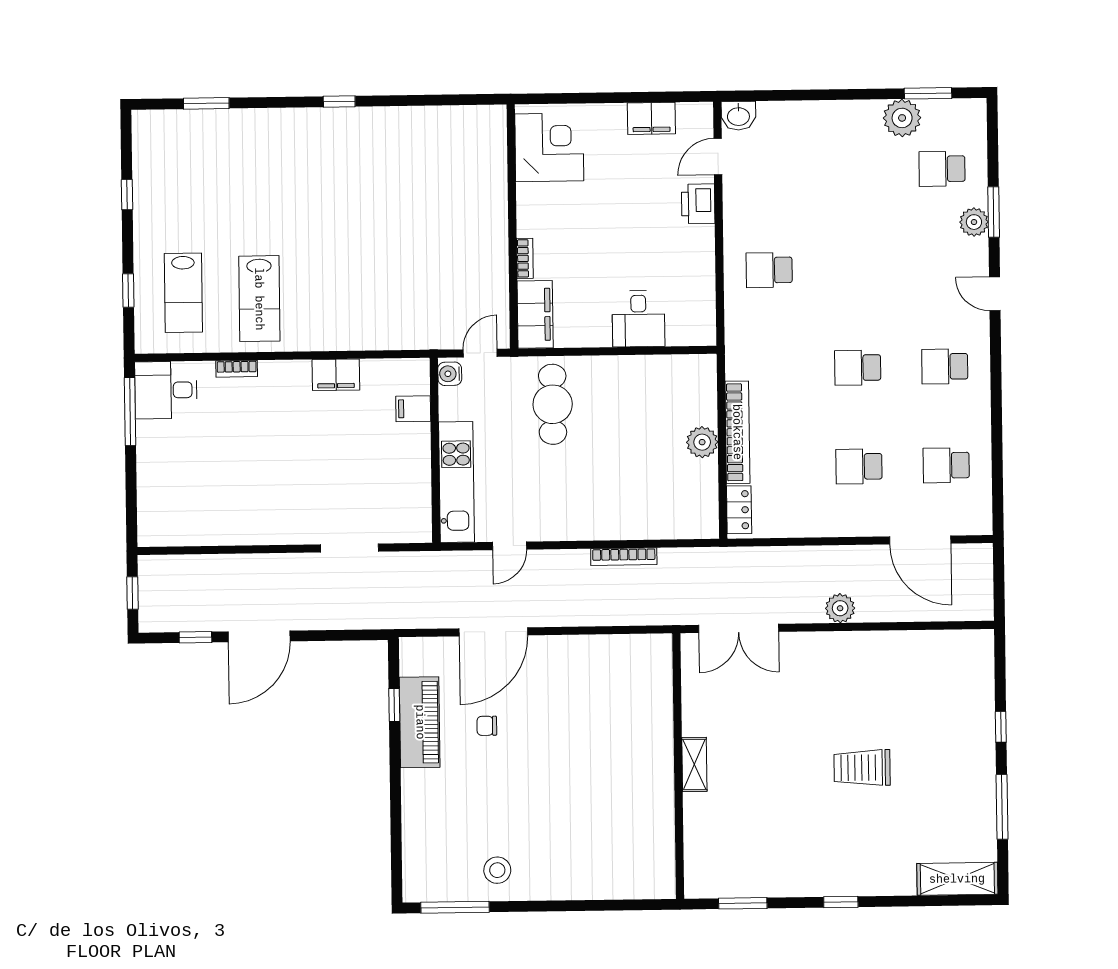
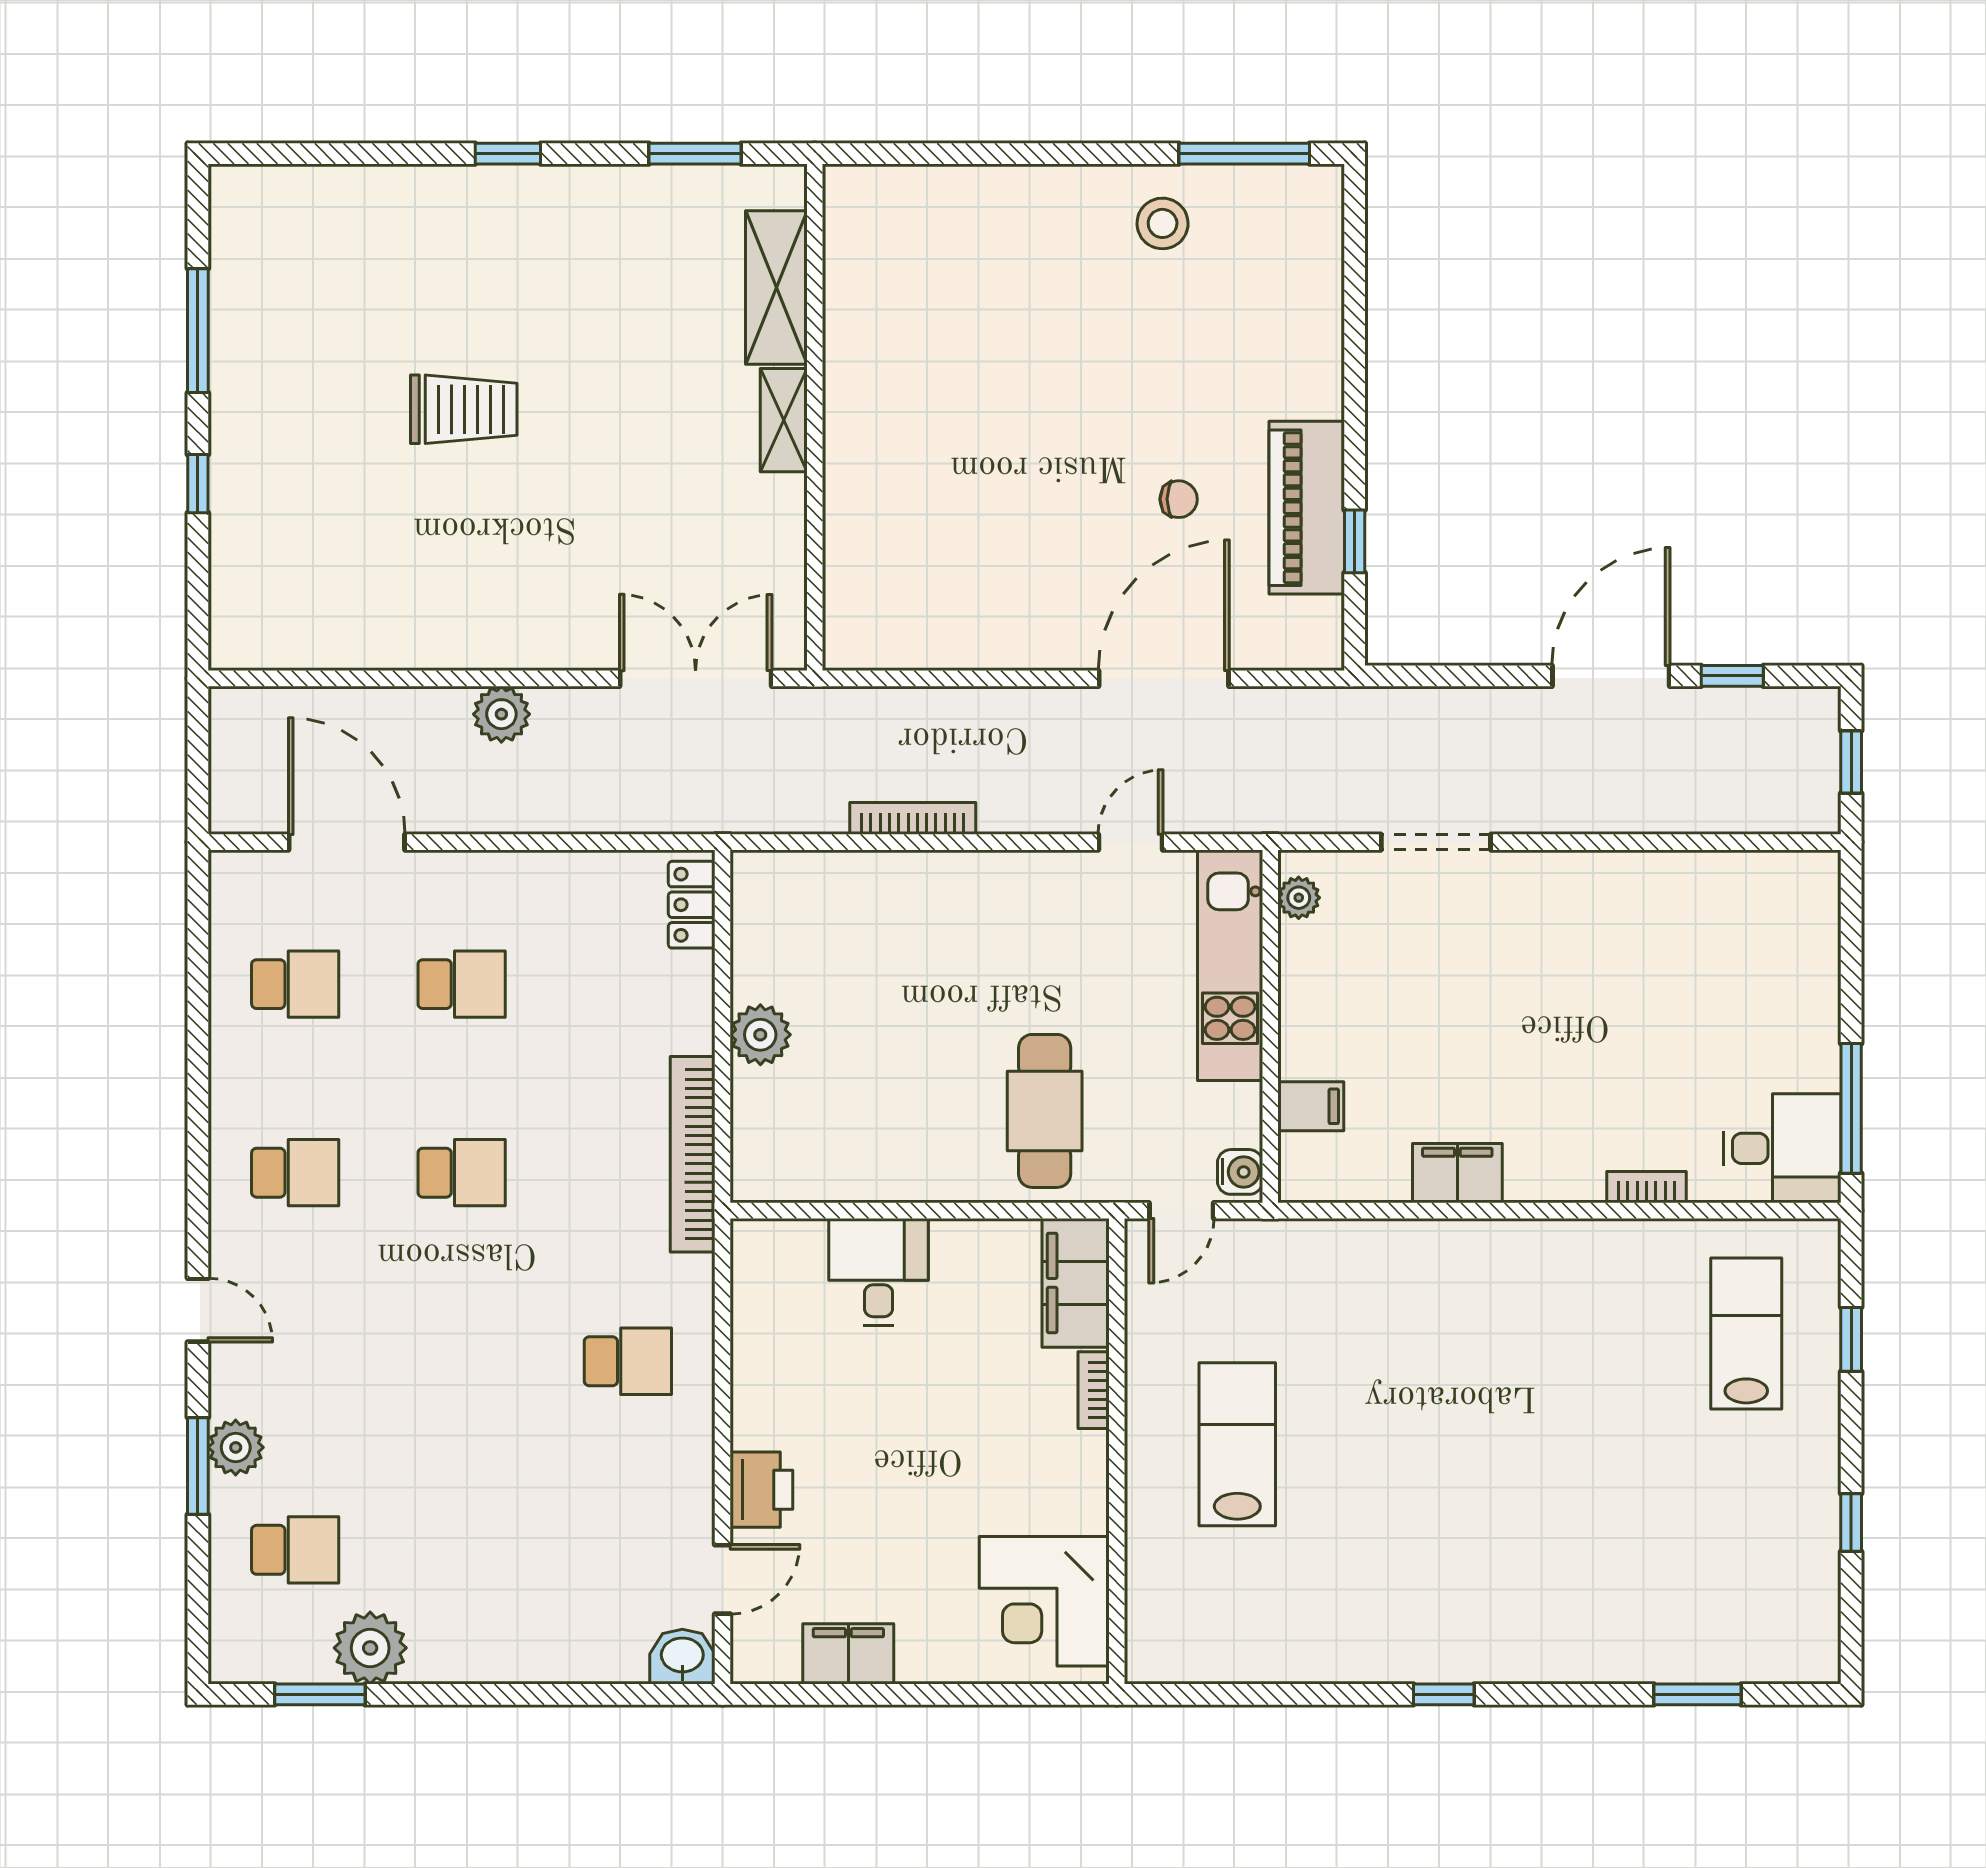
lab bench: (259, 299) -> (1237, 1444), moved
bookcase: (737, 432) -> (693, 1154), moved
plant: (421, 518) -> (1299, 898), added
shelving: (957, 879) -> (776, 287), moved, turned 90

